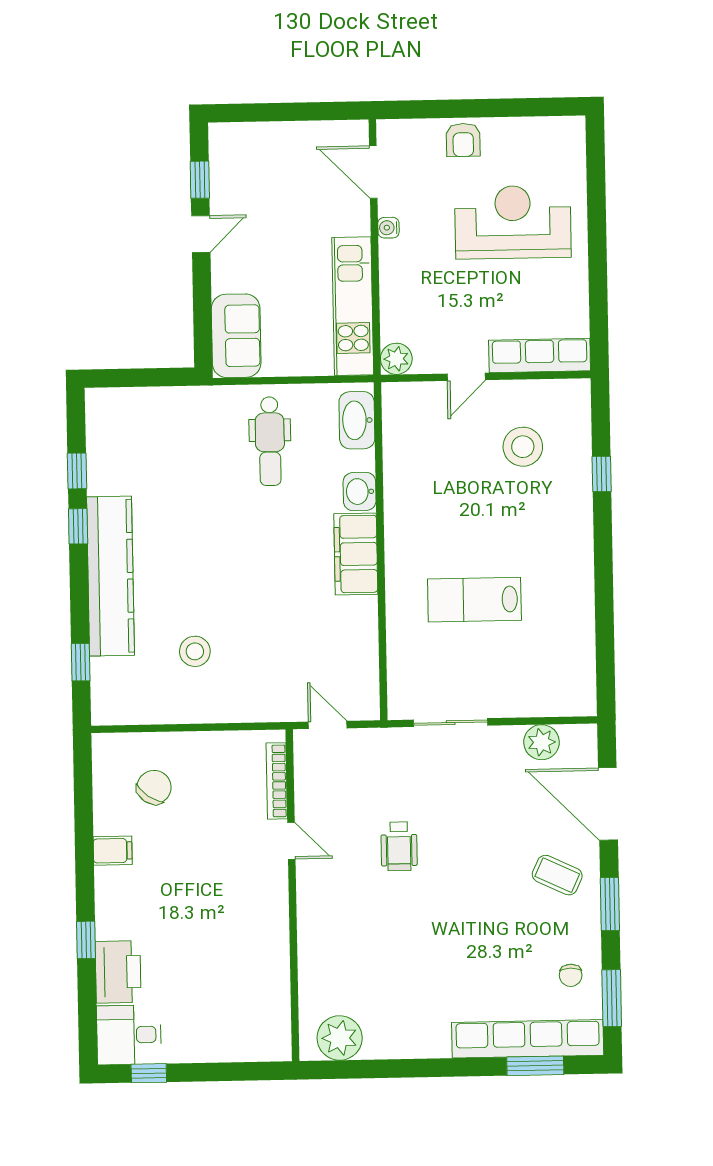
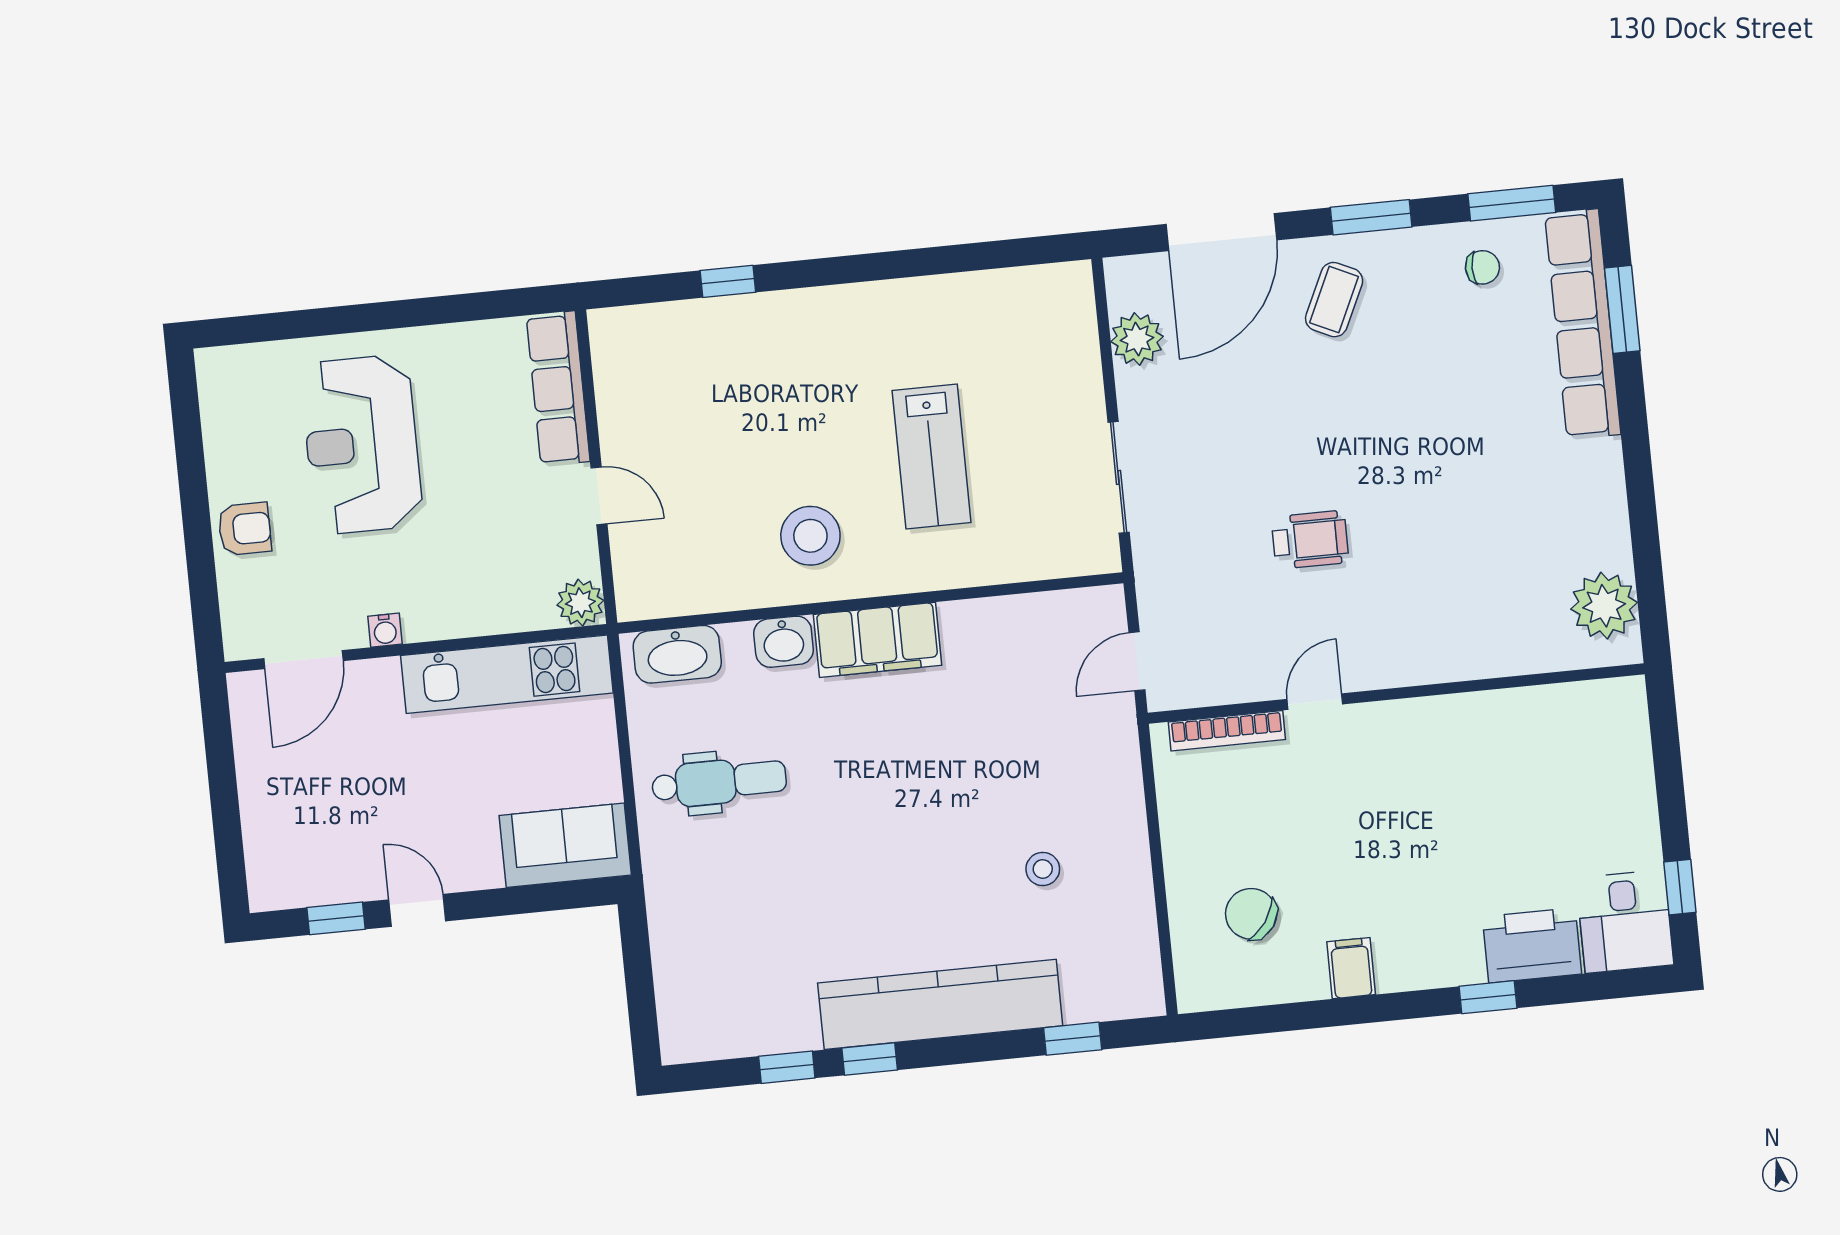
stool: (523, 447) -> (810, 536), moved
stool: (195, 651) -> (1043, 869), width x0.73, depth x0.73

